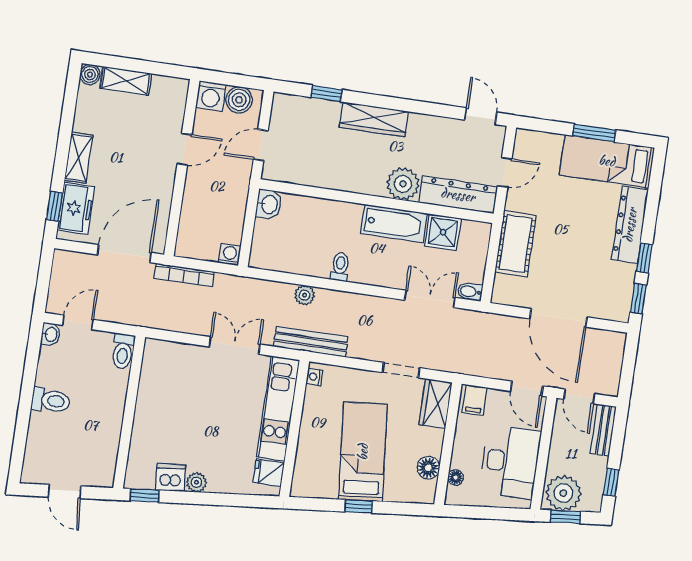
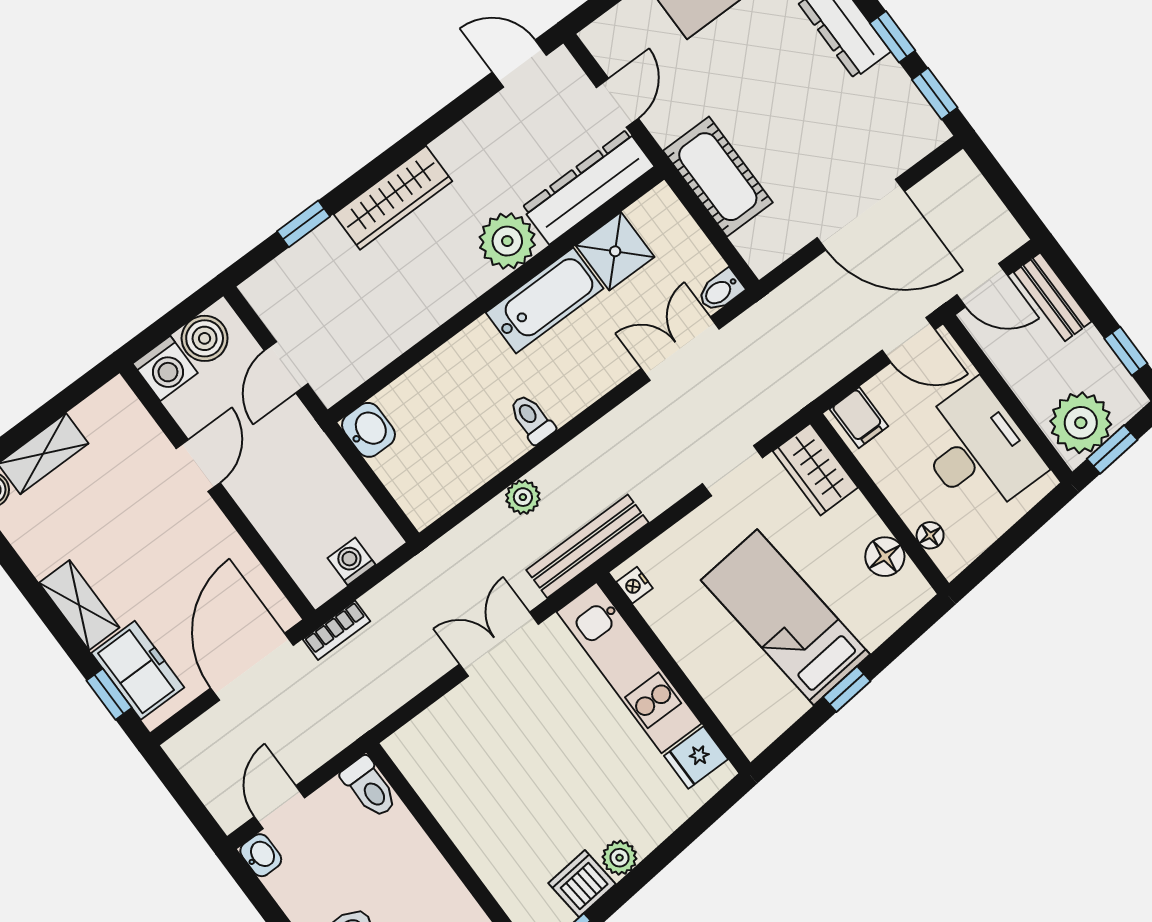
washing machine: (230, 254) -> (351, 561), moved
bookcase: (184, 275) -> (337, 630), width x0.64

